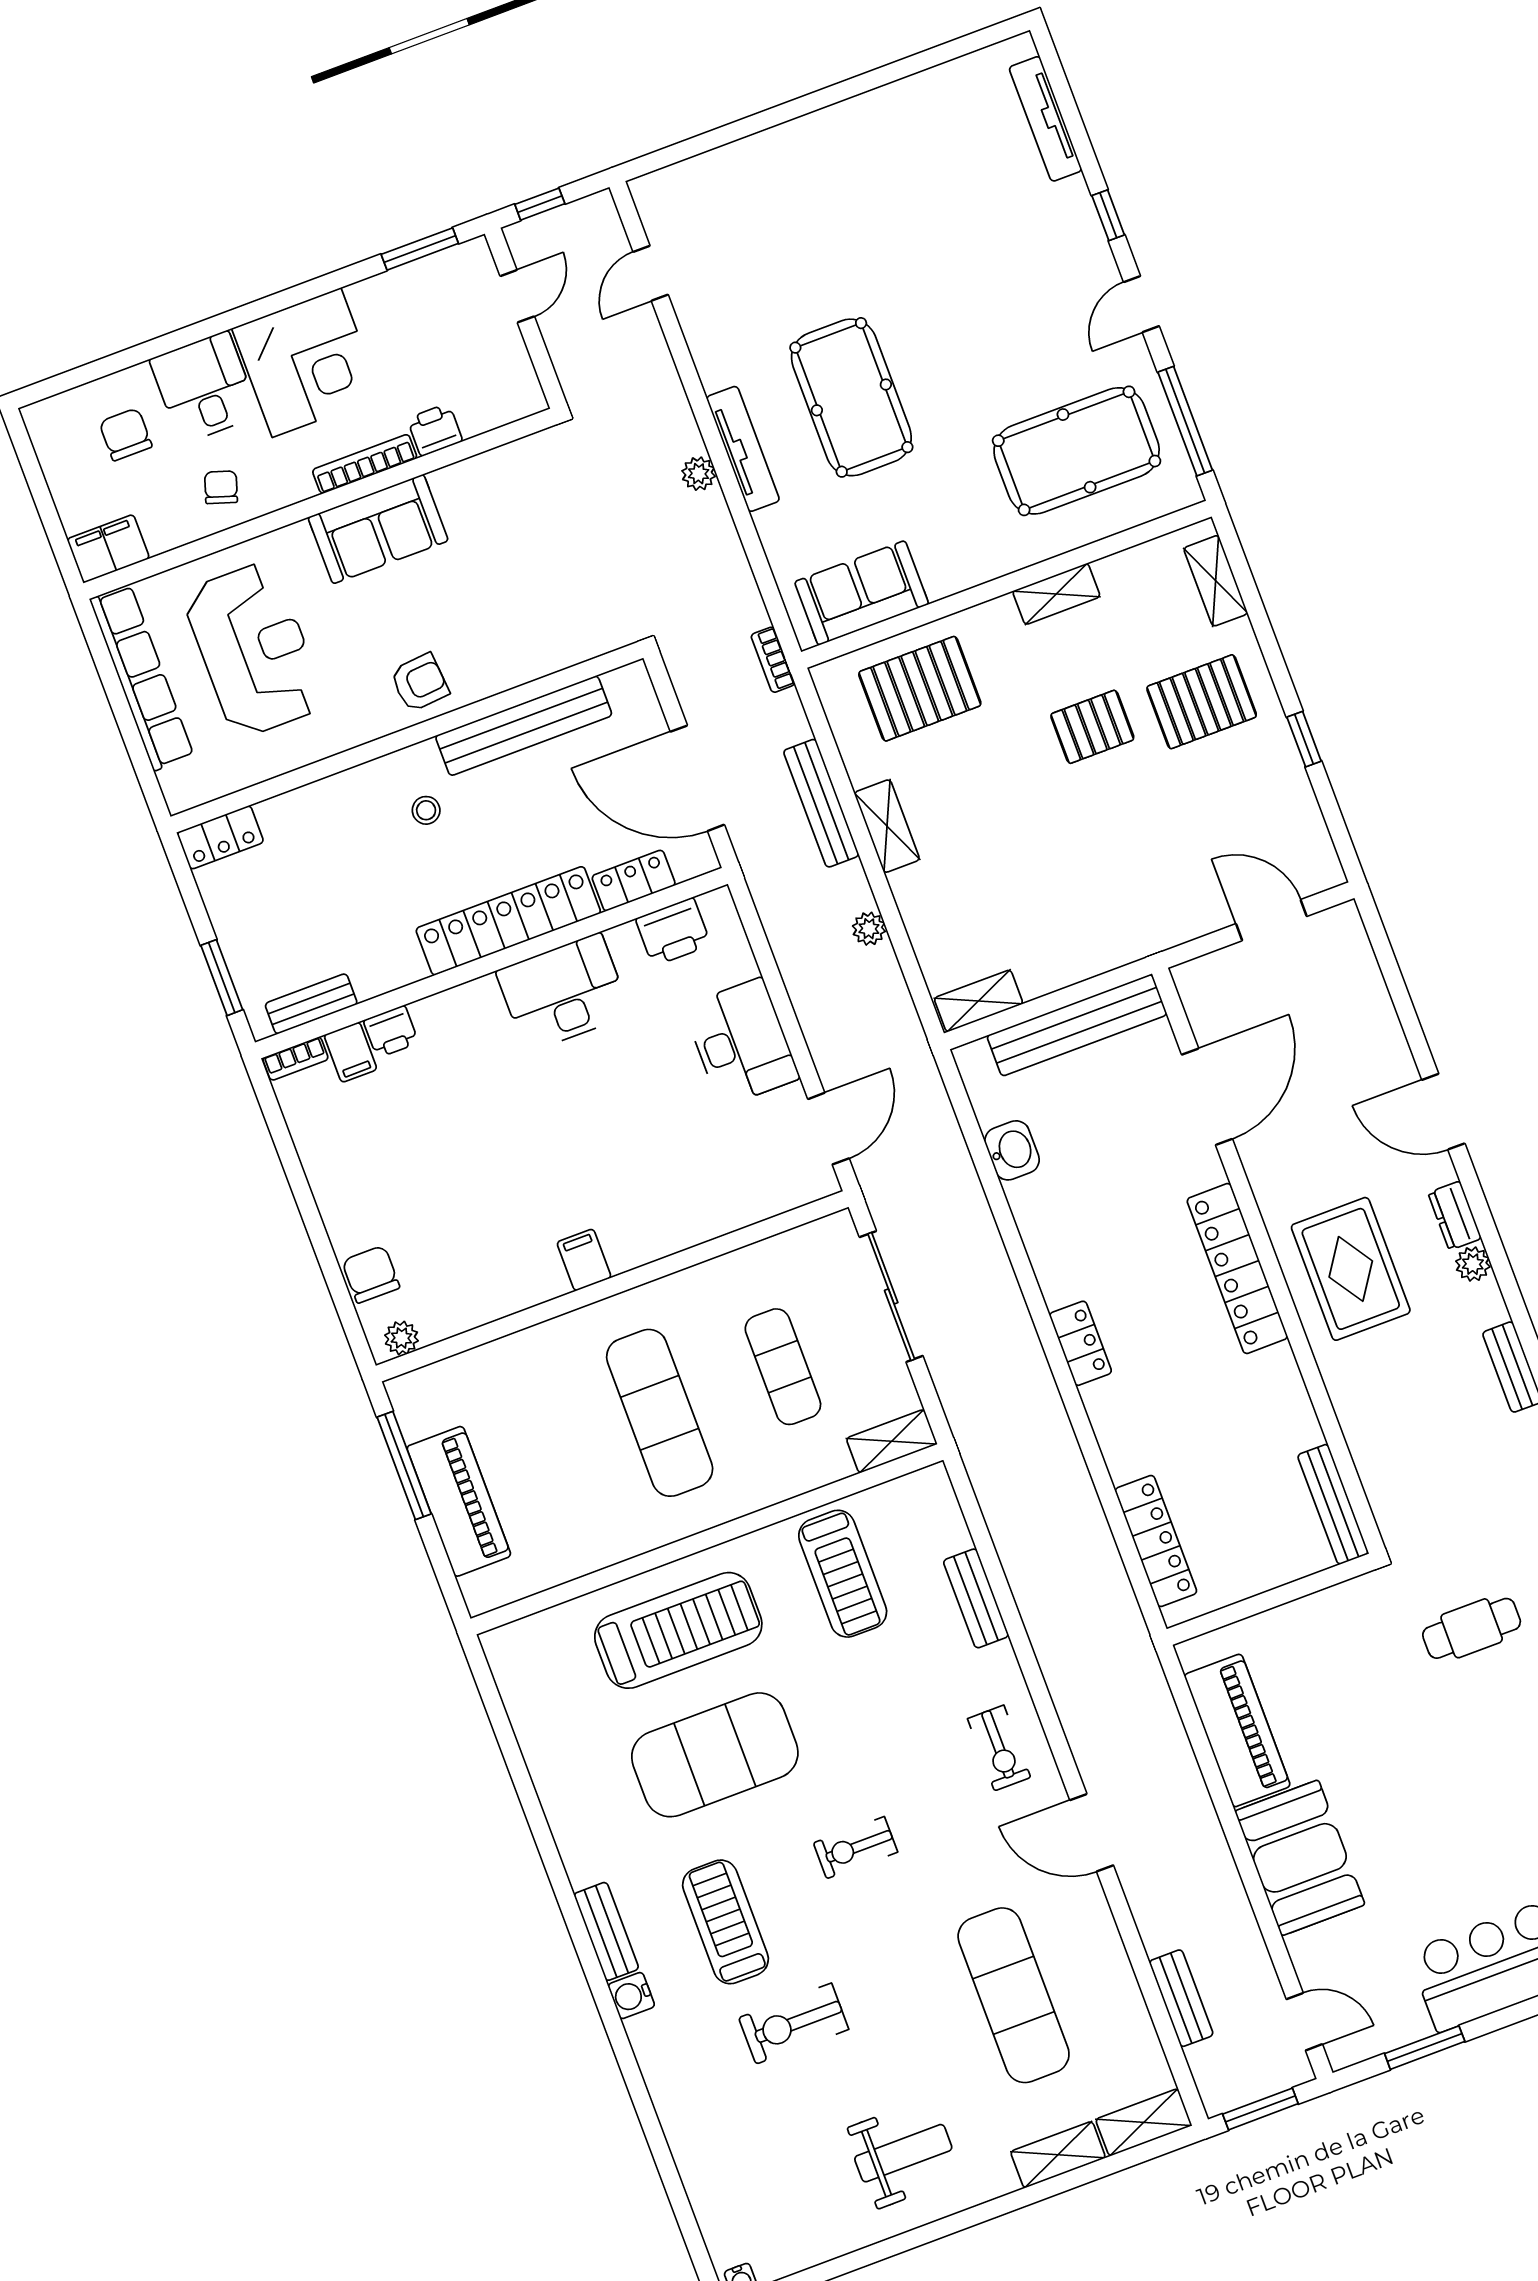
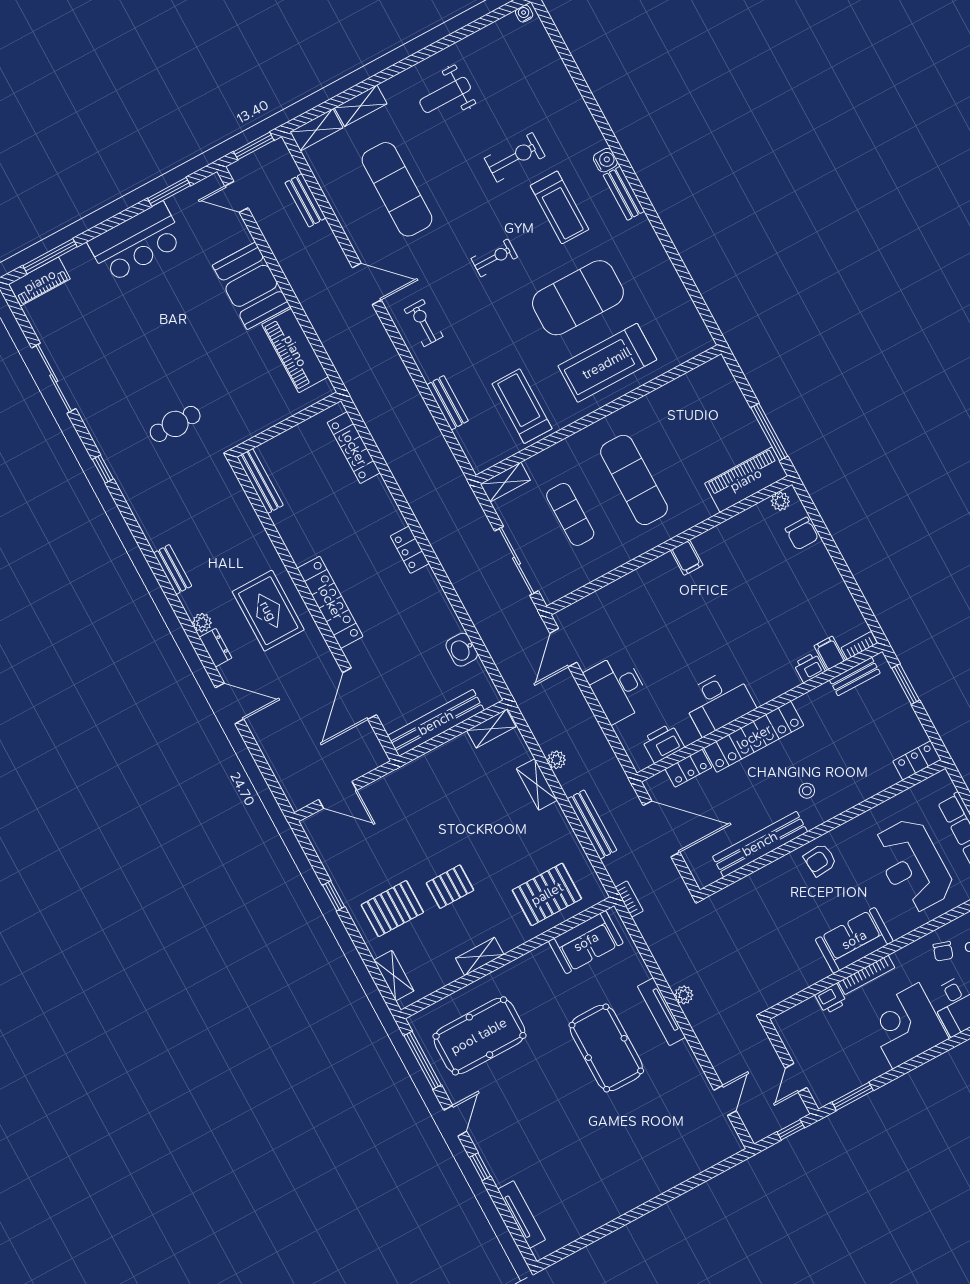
shelving: (887, 826) -> (537, 784), moved
piano: (459, 1501) -> (746, 480), moved, turned 90

